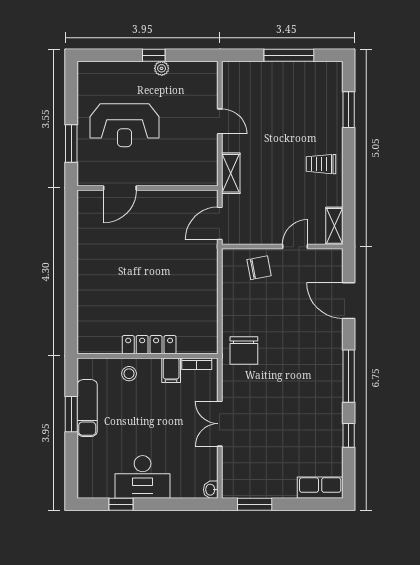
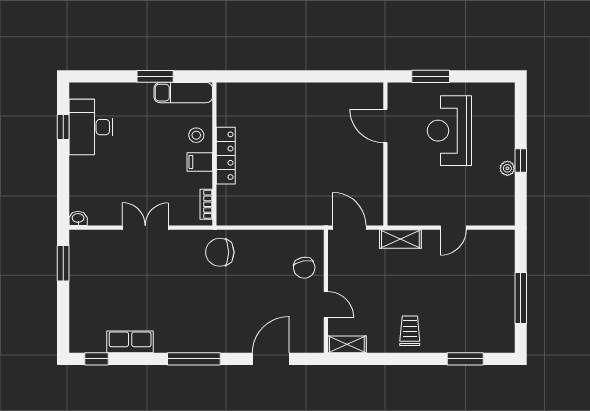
filing cabinet: (171, 370) -> (200, 162), moved
exam couch: (87, 408) -> (183, 93), moved
window: (349, 435) -> (96, 359), moved
desk: (143, 477) -> (91, 127), moved
row of seats: (320, 488) -> (130, 342), moved, turned -90

